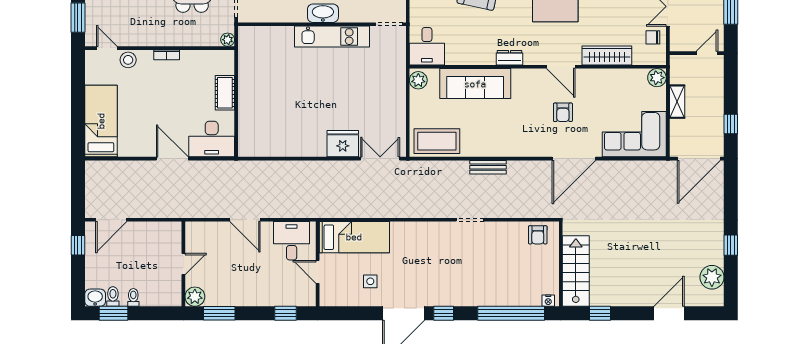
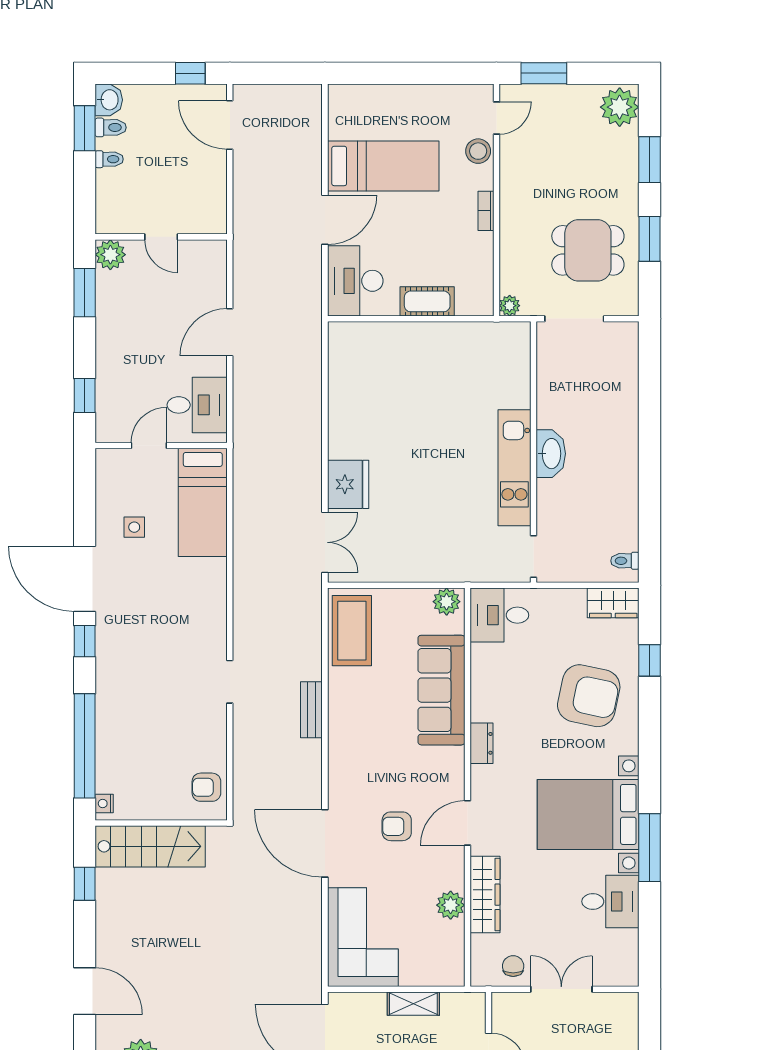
plant: (657, 78) -> (451, 905), moved
bed: (101, 121) -> (383, 166), moved

